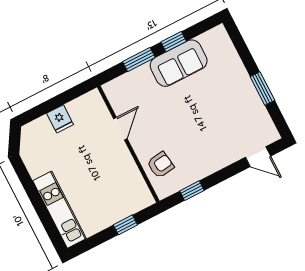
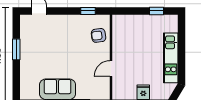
kitchen unit: (59, 210) -> (171, 58), moved
window: (125, 225) -> (156, 11), moved

